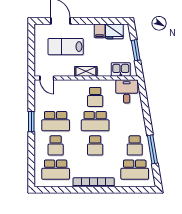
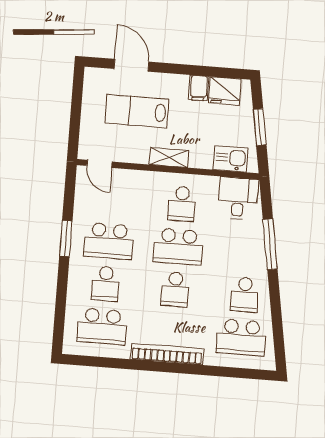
window: (152, 149) -> (270, 244), moved

